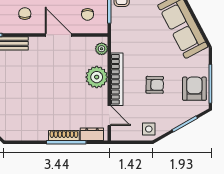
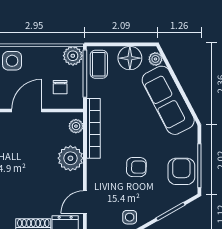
door: (58, 35) -> (27, 111), hinge flipped
bookcase: (117, 79) -> (93, 128), moved
door: (109, 116) -> (85, 202), swing flipped

